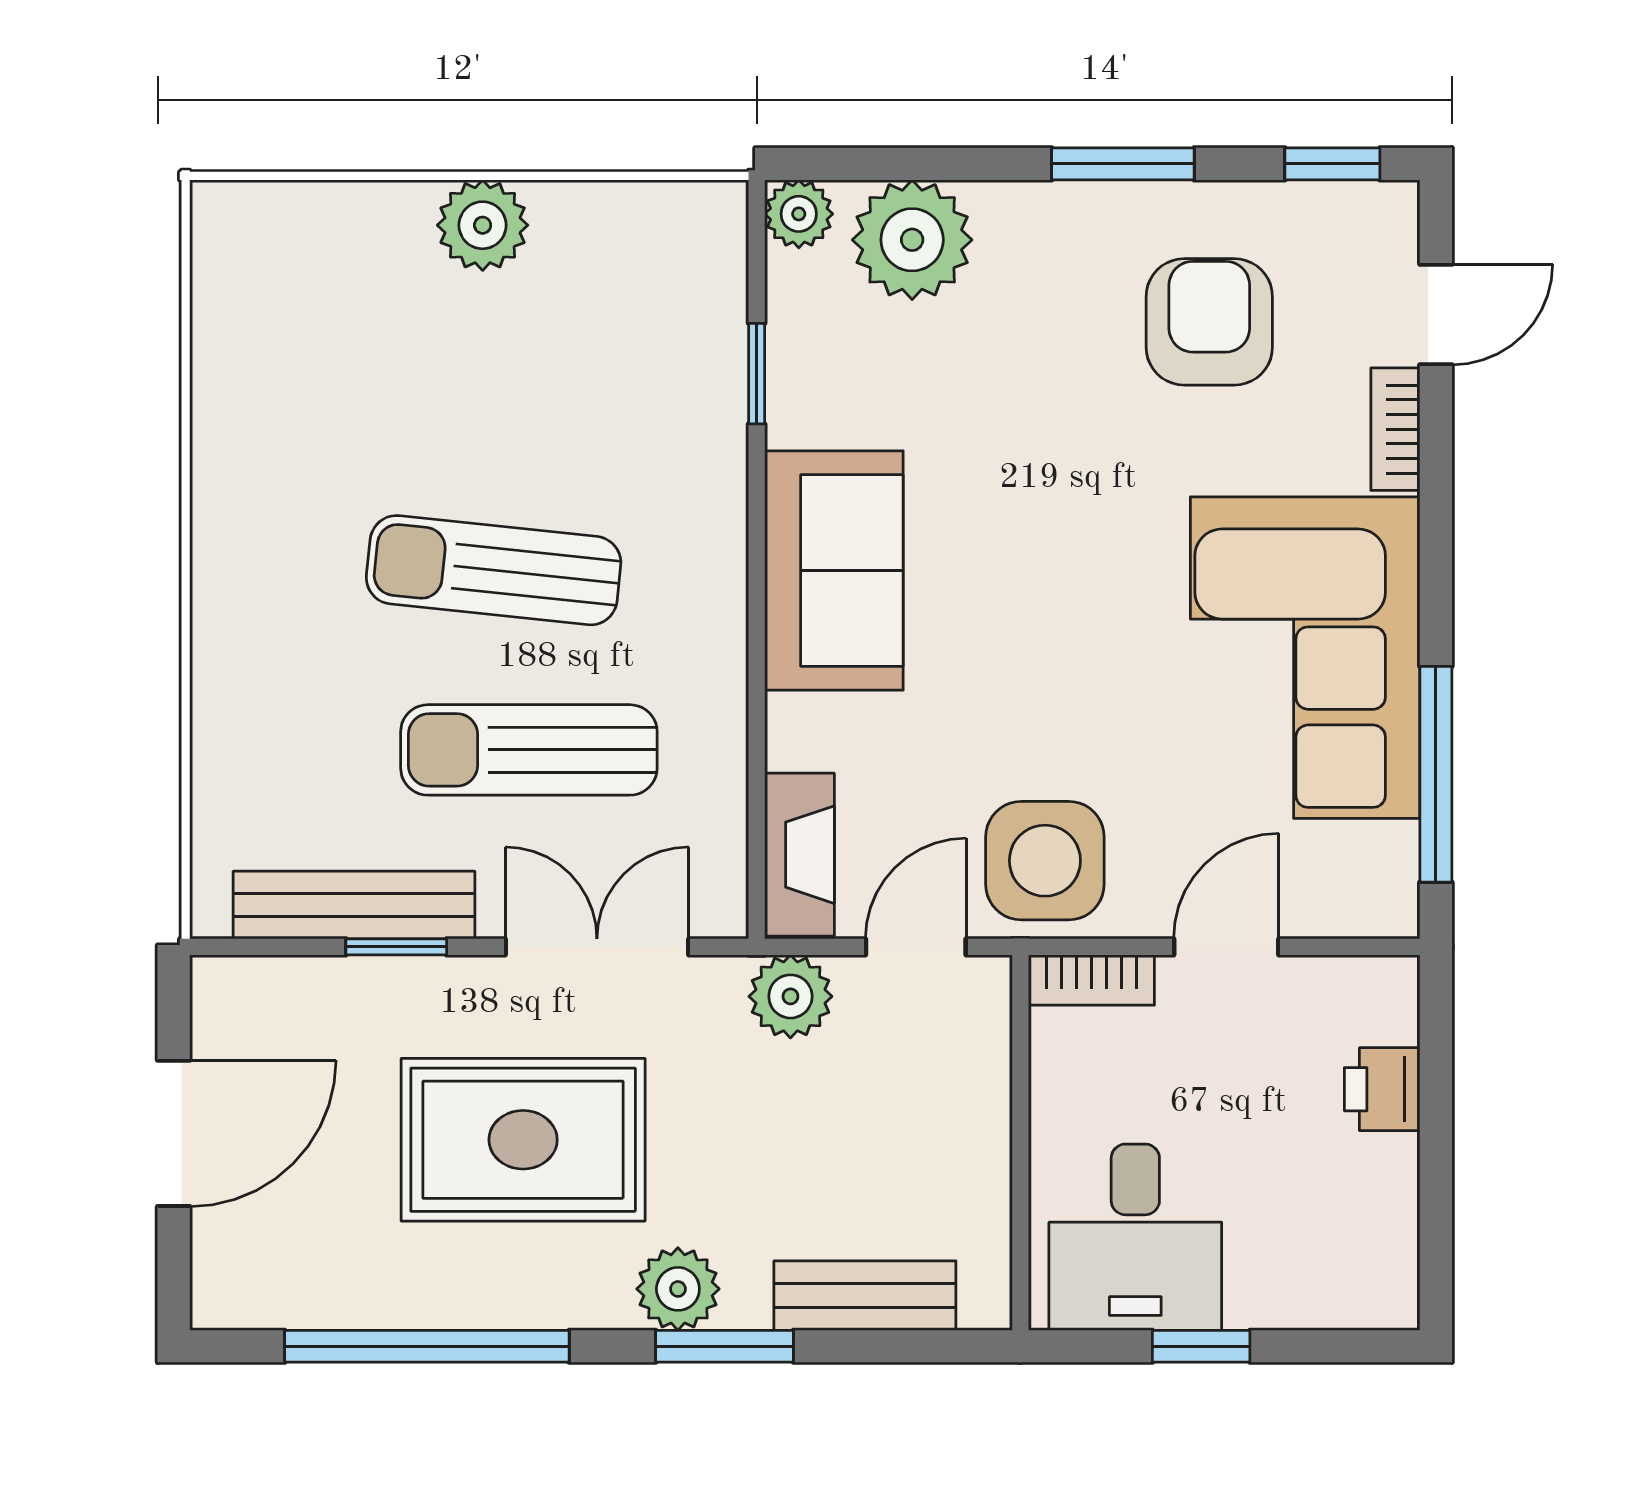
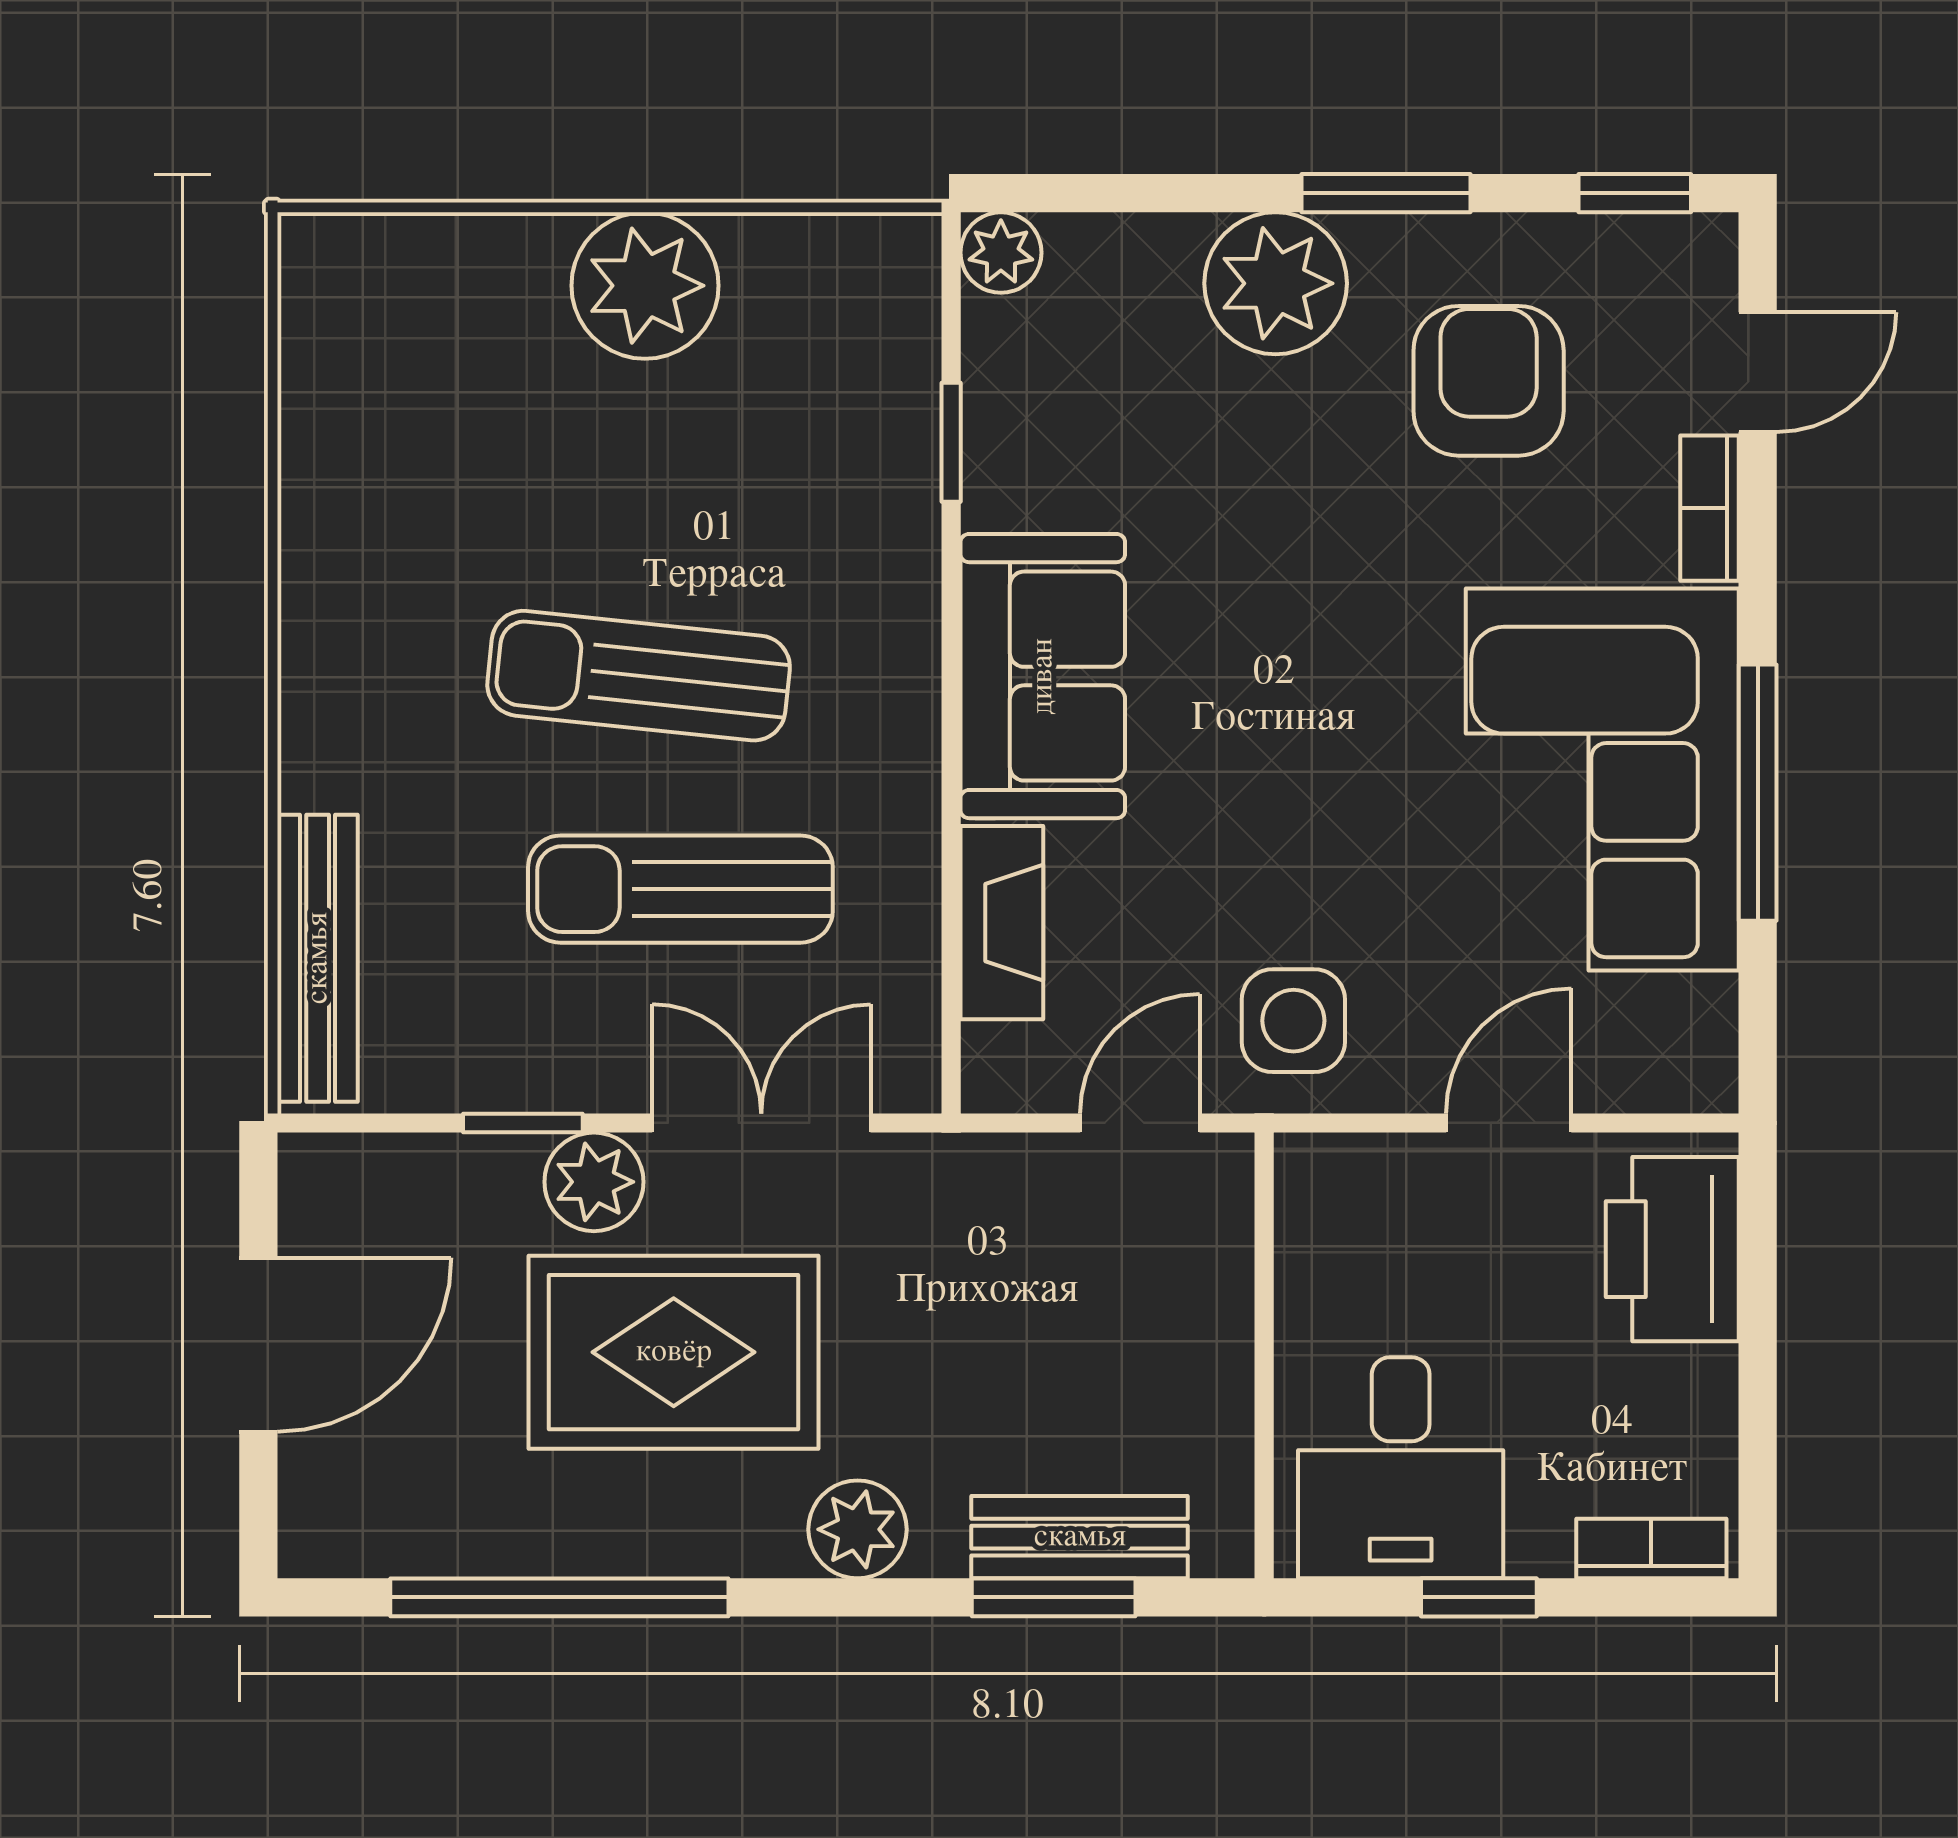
plant: (483, 225) -> (645, 286), width x1.36, depth x1.36
plant: (912, 240) -> (1276, 283), moved
window: (1436, 774) -> (1758, 793), moved
fireplace: (799, 855) -> (1002, 923), moved
side table: (1045, 861) -> (1293, 1021), width x0.73, depth x0.73
bench: (354, 905) -> (318, 958), moved, turned 90
bookcase: (1091, 980) -> (1651, 1548), moved, turned 180
plant: (790, 996) -> (594, 1182), moved
printer: (1382, 1089) -> (1672, 1249), width x1.87, depth x1.48
window: (725, 1346) -> (1054, 1597), moved

